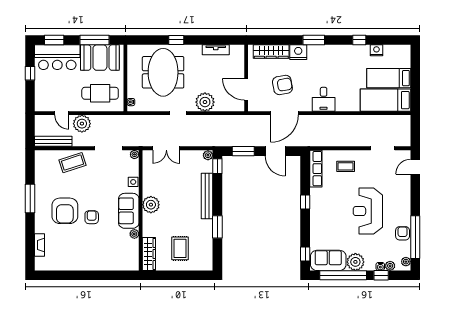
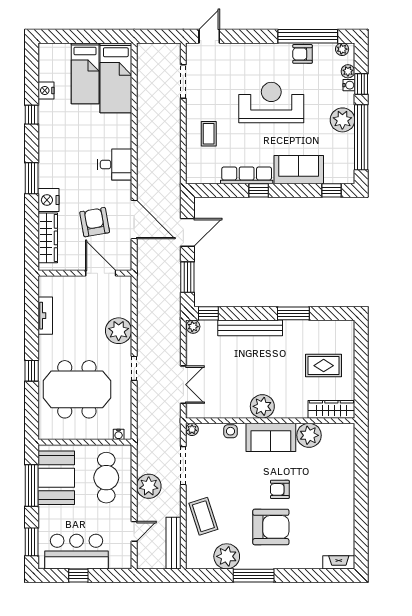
bar counter: (57, 57) -> (76, 552), moved, turned -90
door: (246, 89) -> (101, 273), swing flipped
plant: (82, 124) -> (149, 486), moved
door: (415, 167) -> (209, 36), swing flipped
row of seats: (316, 169) -> (247, 175), moved
plant: (44, 179) -> (227, 556), added
reception desk: (368, 211) -> (271, 103), turned 180
plant: (134, 234) -> (309, 435), width x1.88, depth x1.88
fireplace: (40, 245) -> (339, 562), moved
sofa: (328, 260) -> (299, 170), moved, turned 90

